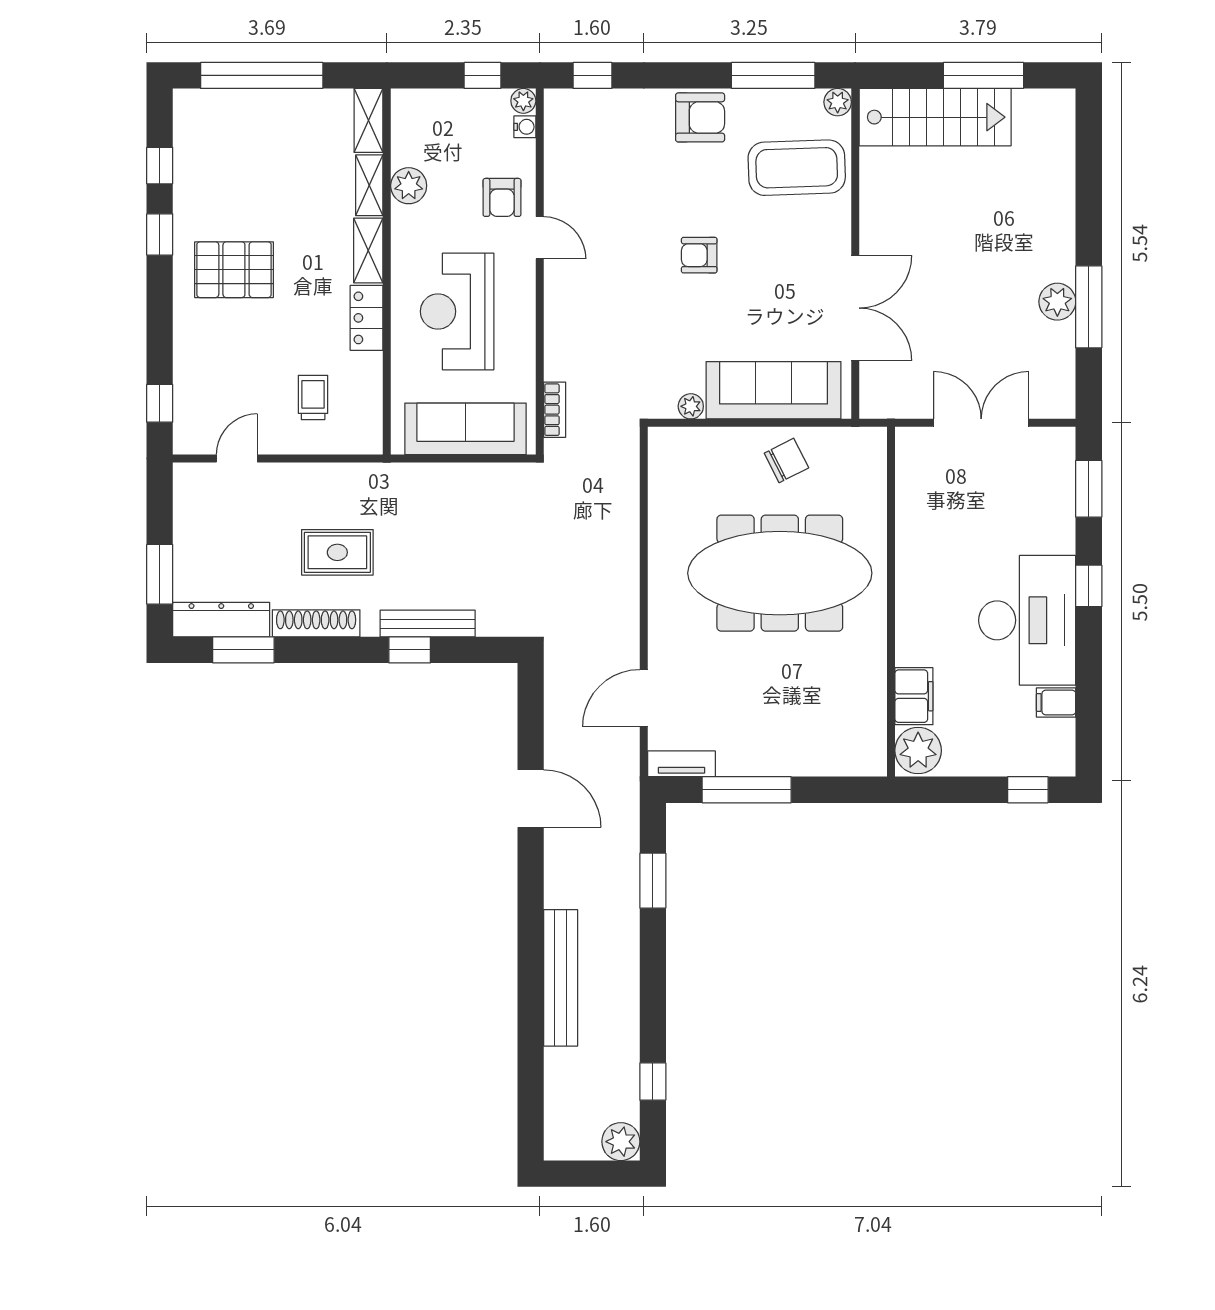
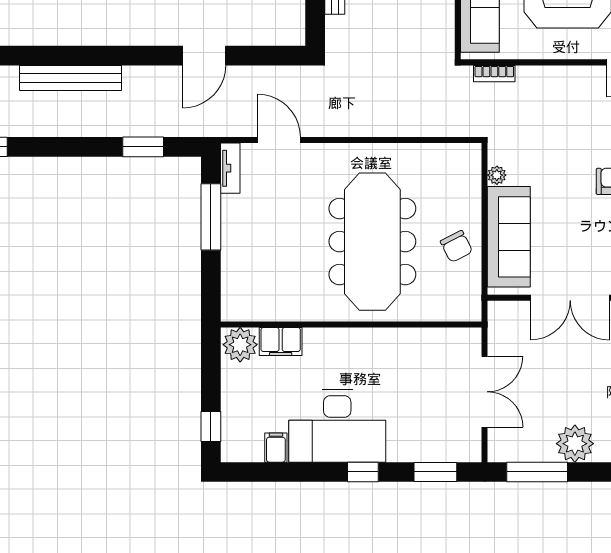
plant: (1057, 302) -> (575, 444), width x1.36, depth x1.36
window: (1089, 307) -> (537, 472), moved

